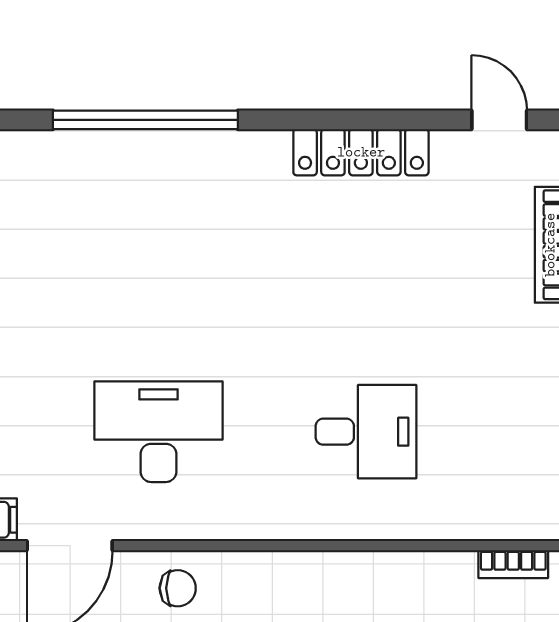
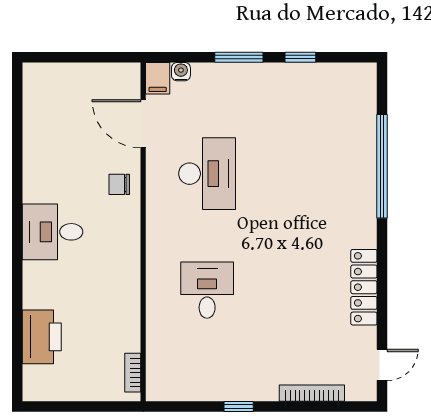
desk: (366, 432) -> (207, 290), turned 180
chair: (178, 588) -> (119, 184), turned 90

